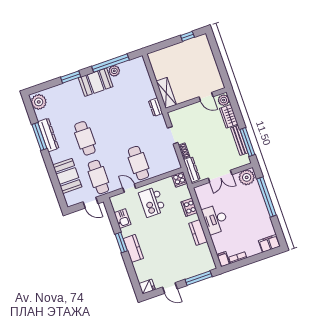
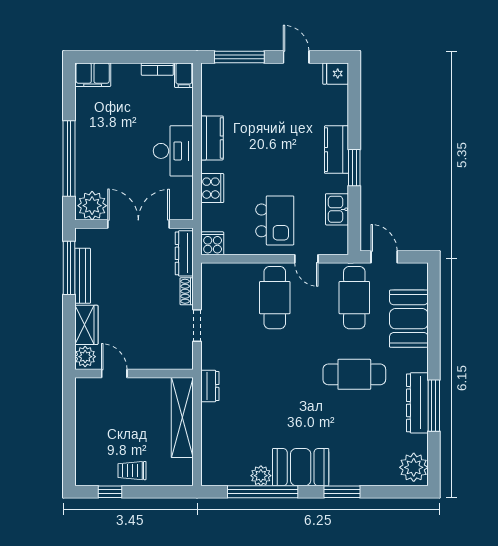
trolley: (180, 51) -> (132, 471), added
shelving: (166, 93) -> (182, 418), width x1.47
cafe table: (85, 138) -> (354, 374), turned 90
double door: (220, 176) -> (138, 224), width x1.37

